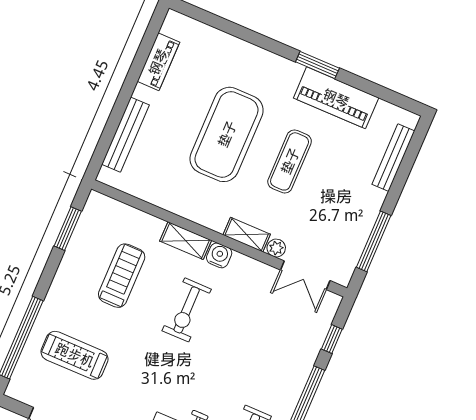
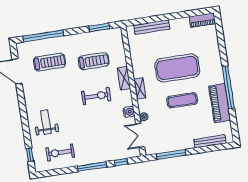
piano: (158, 62) -> (202, 20), moved
window: (317, 65) -> (228, 87), width x2.11
shelving: (247, 235) -> (140, 88), moved
water cooler: (219, 255) -> (129, 112), moved
exercise bike: (187, 310) -> (96, 96), turned 180
treadmill: (75, 355) -> (50, 62), turned 90

